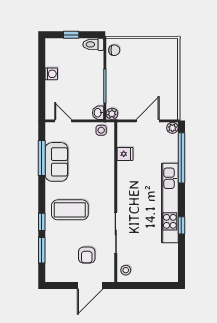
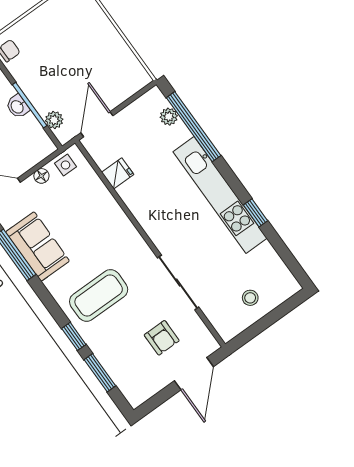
washbasin: (98, 113) -> (18, 107), moved
plant: (112, 114) -> (54, 120), moved
door: (148, 121) -> (97, 124), moved
floor lamp: (85, 127) -> (41, 176), added
plant: (172, 128) -> (169, 117), moved
stool: (126, 270) -> (250, 298), moved

